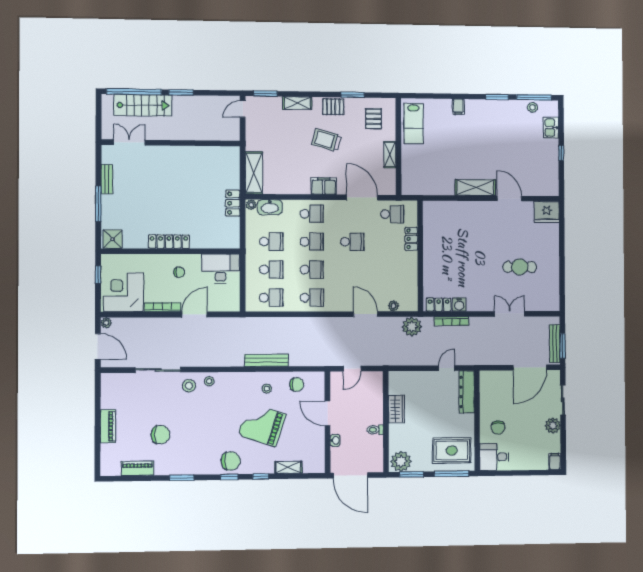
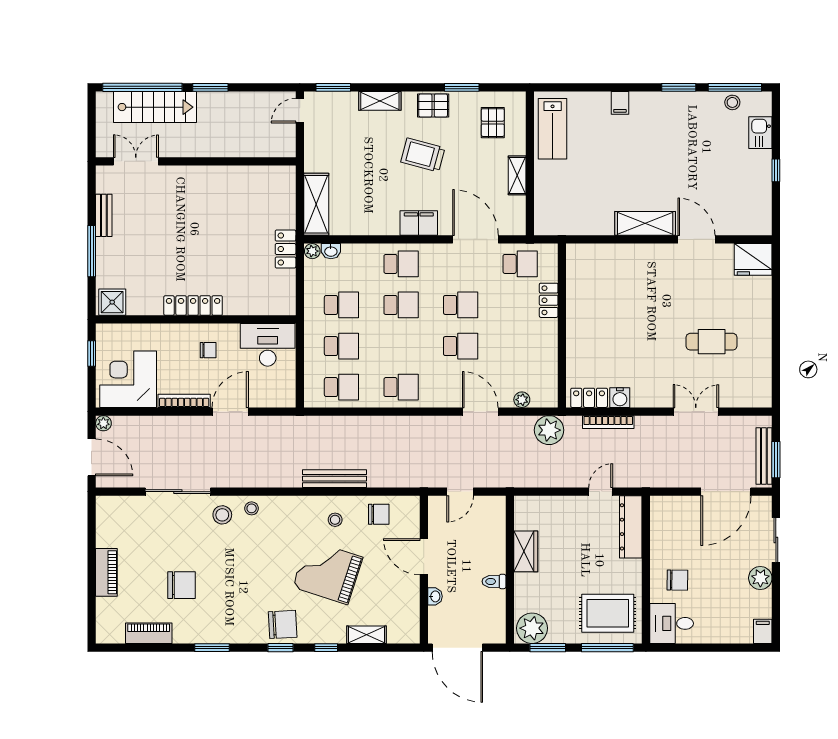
washbasin: (270, 207) -> (331, 251), width x0.52, depth x0.69
school desk: (312, 270) -> (461, 346), moved
chair: (498, 428) -> (677, 580), turned -89

